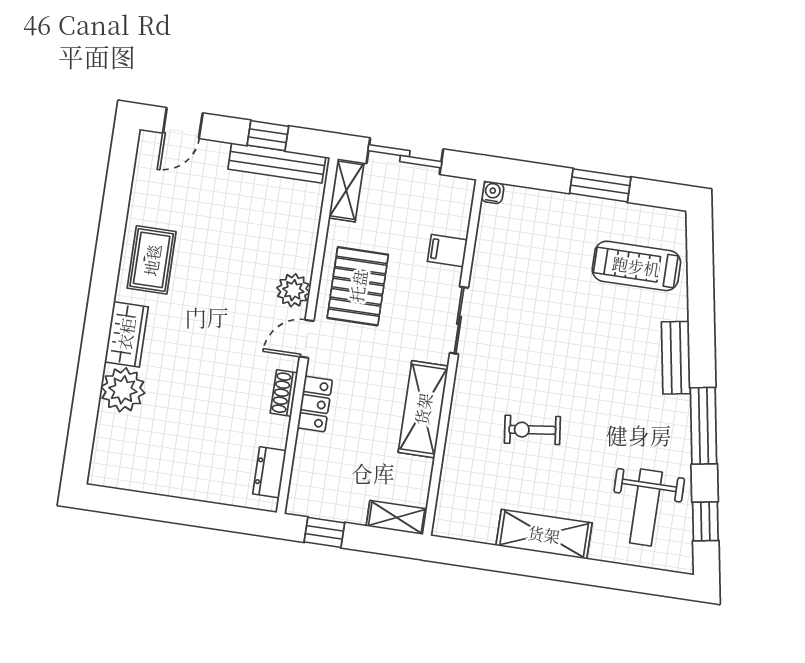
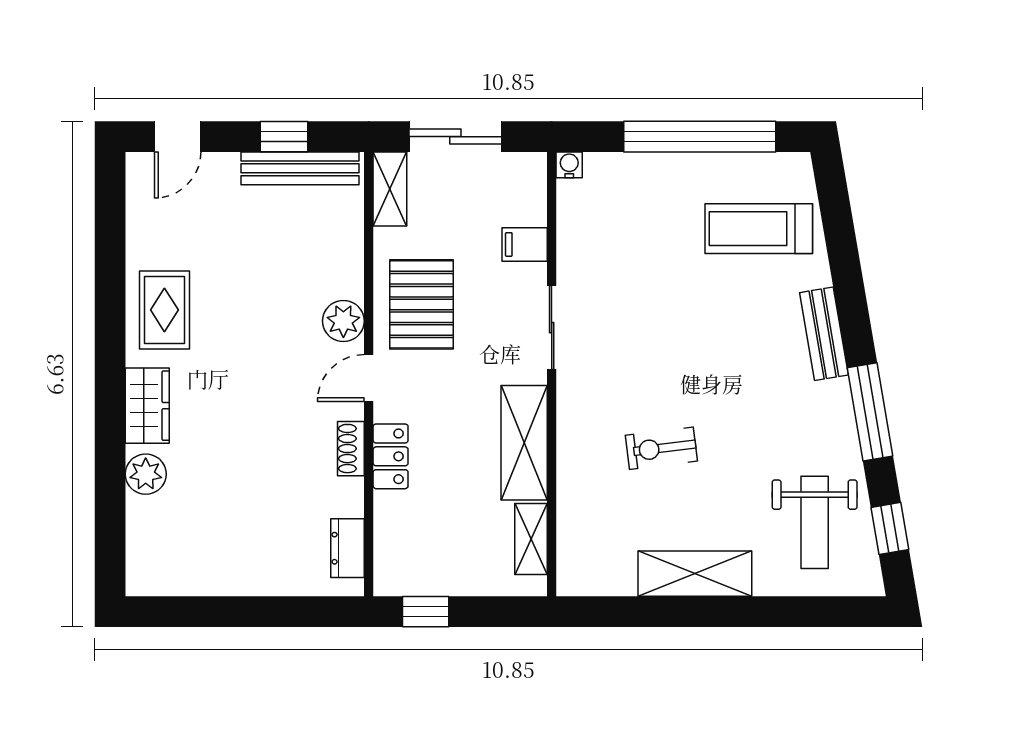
window: (600, 185) -> (700, 137), width x2.11
plant: (123, 390) -> (146, 474), width x0.73, depth x0.73
shelving: (397, 518) -> (531, 539), moved, turned 90

